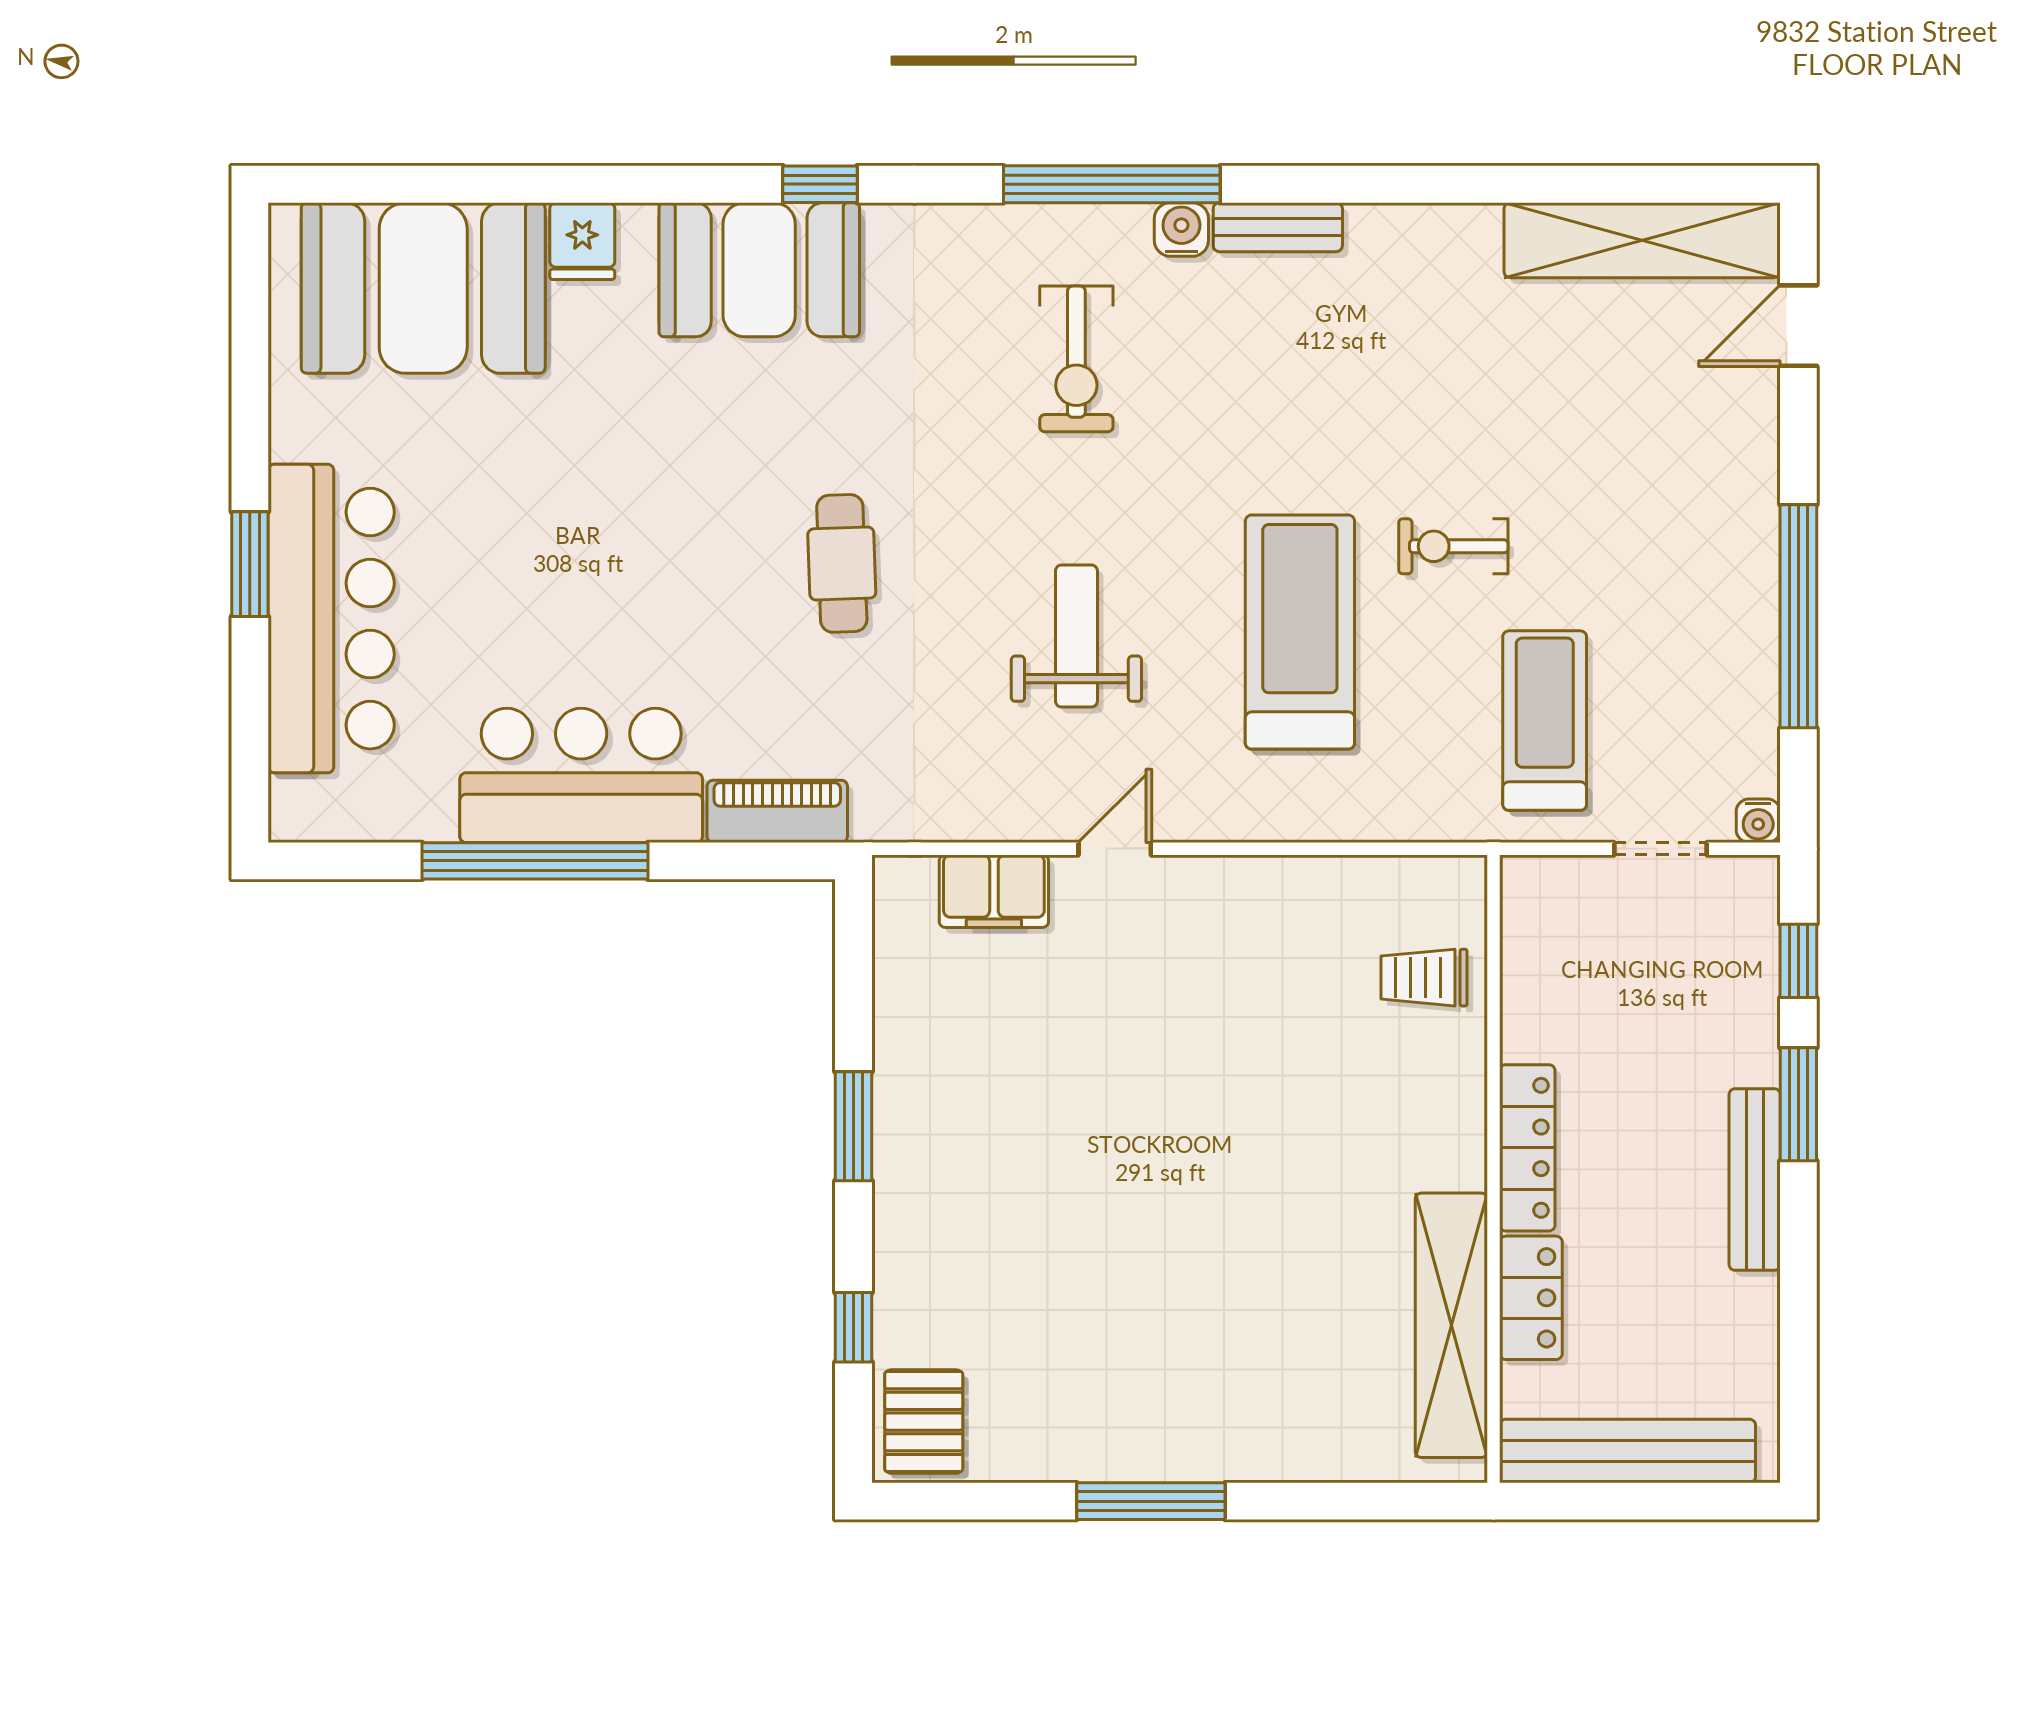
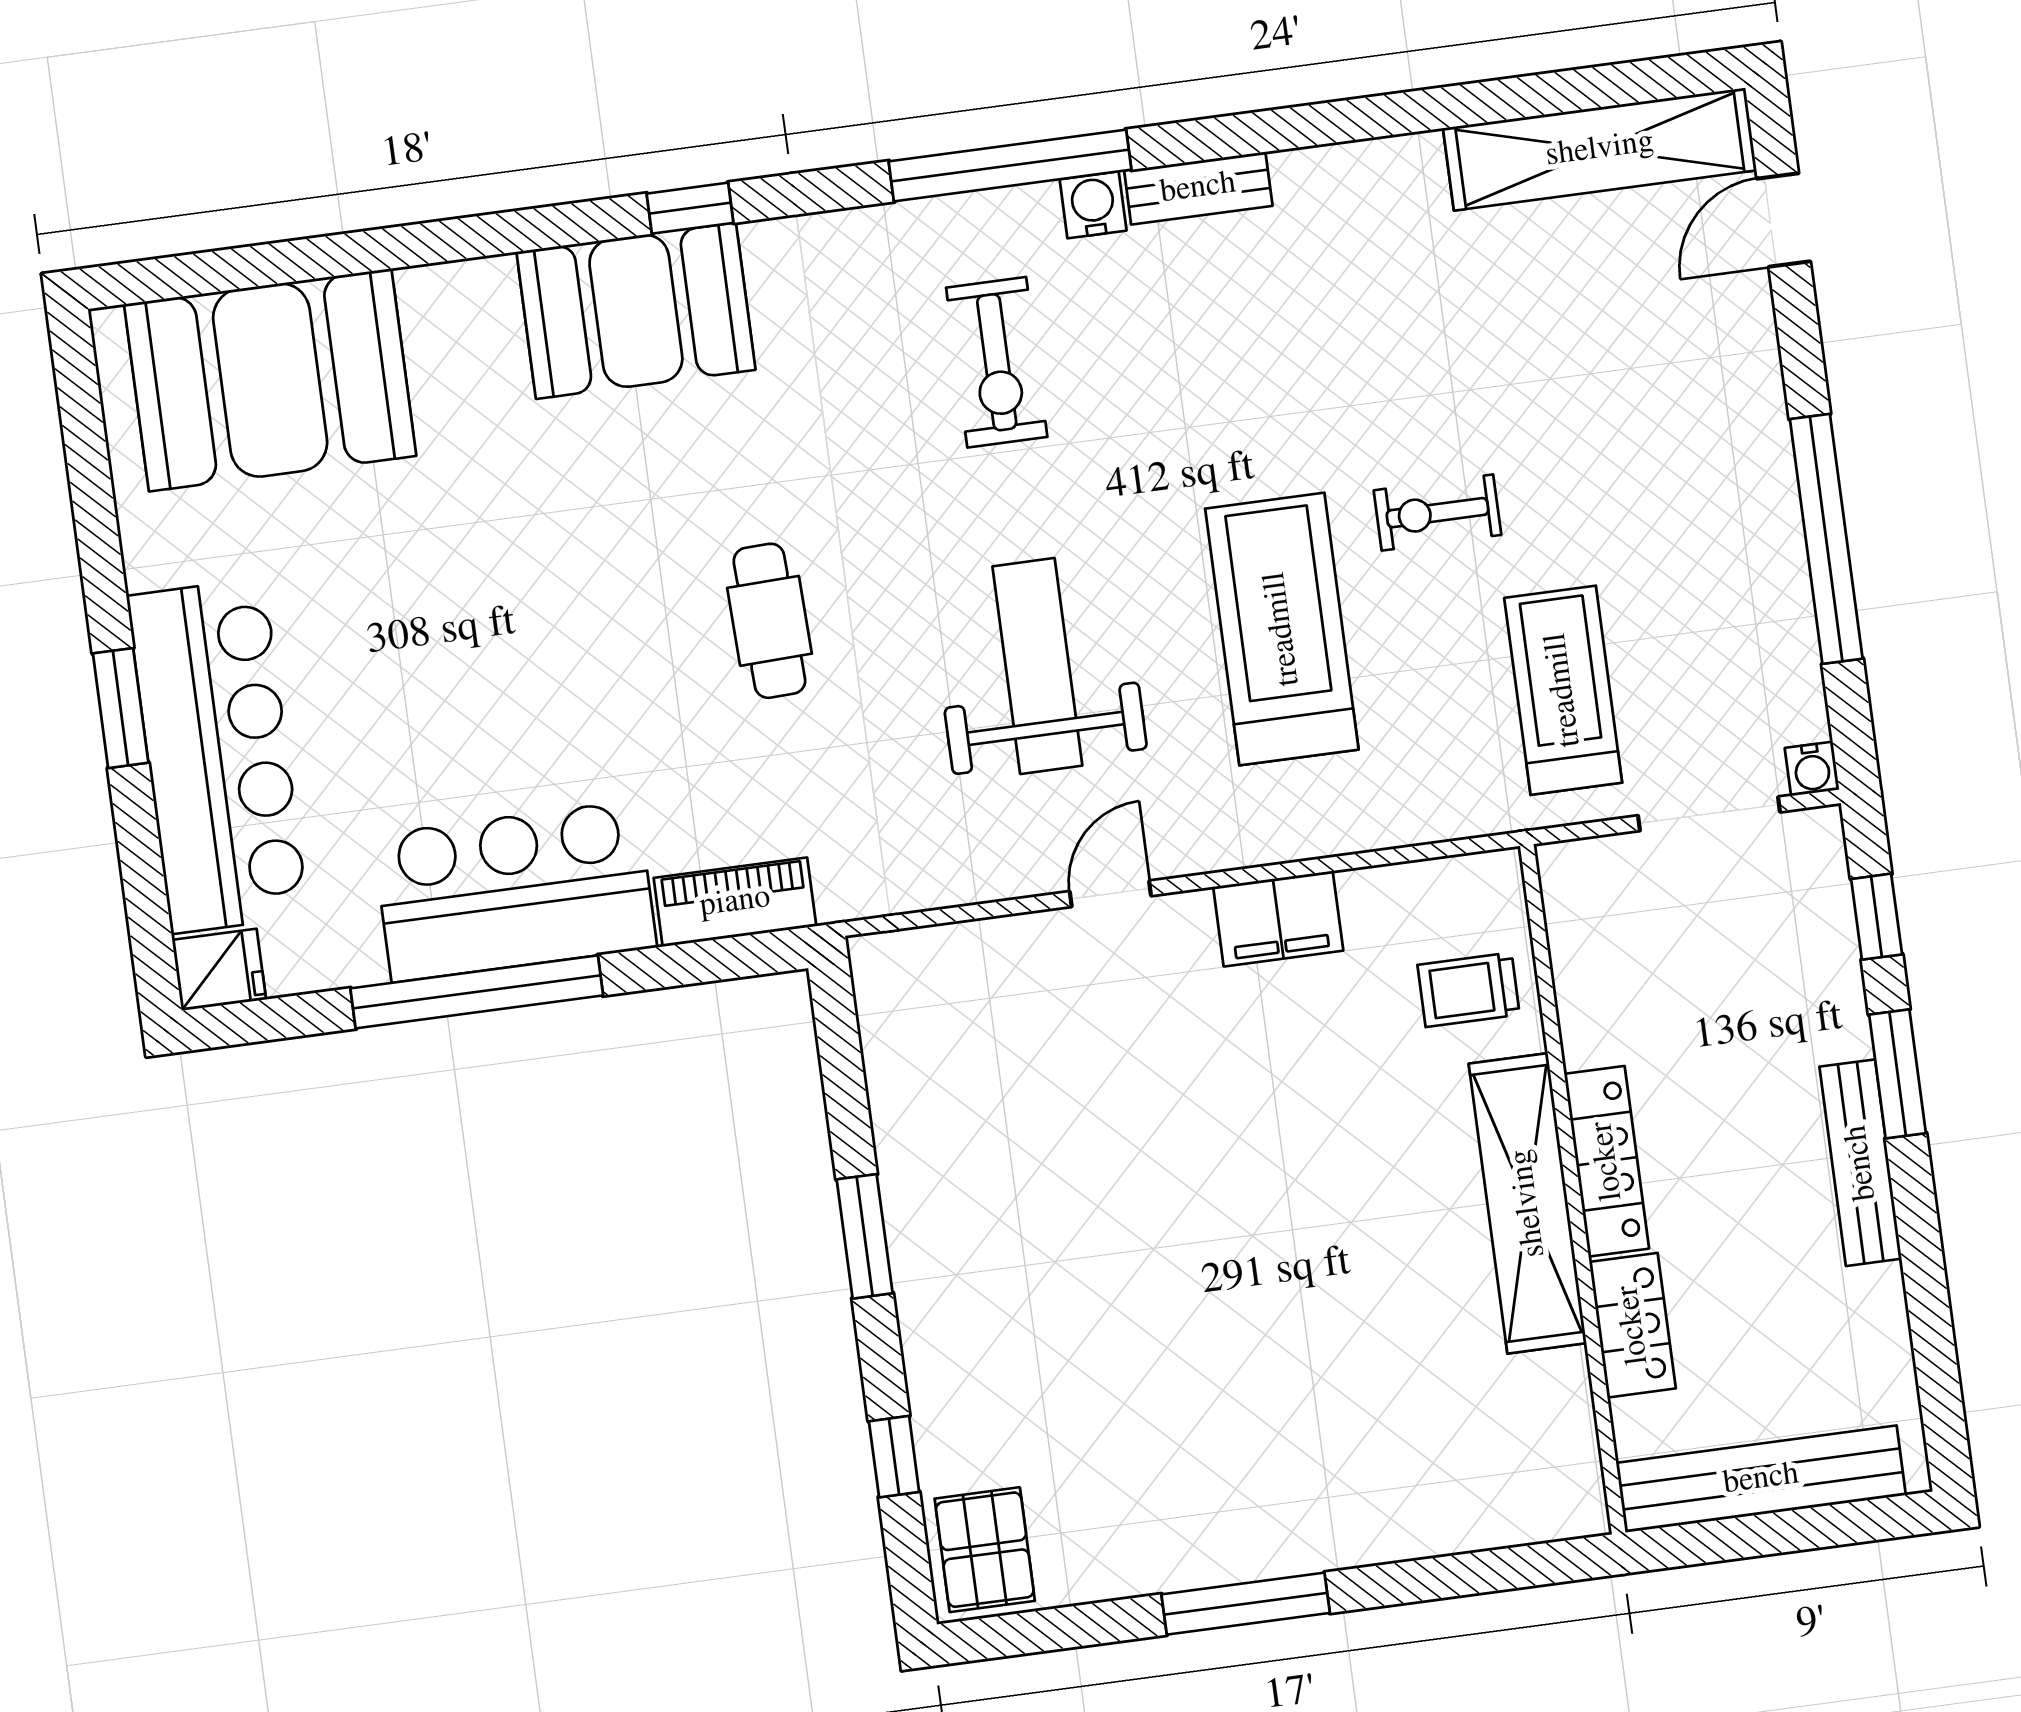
fridge: (582, 241) -> (219, 970), moved, turned -90
weight bench: (1076, 636) -> (1037, 666), width x1.36, depth x1.33
doorway: (1661, 849) -> (1709, 814), width x1.38
filing cabinet: (994, 891) -> (1278, 919), moved
shelving: (1451, 1325) -> (1528, 1203), moved

